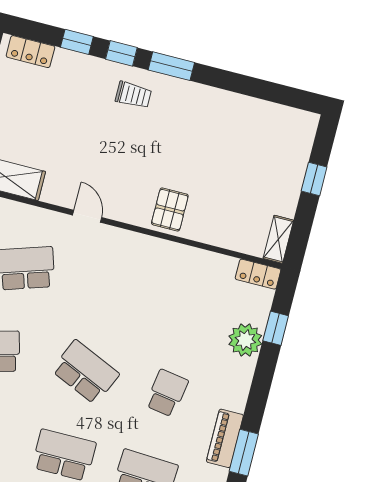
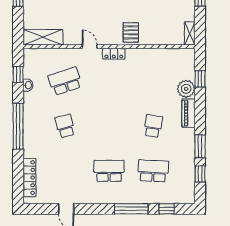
locker: (258, 274) -> (114, 54), moved
school desk: (85, 372) -> (109, 126), removed
piano: (225, 438) -> (189, 113), moved

